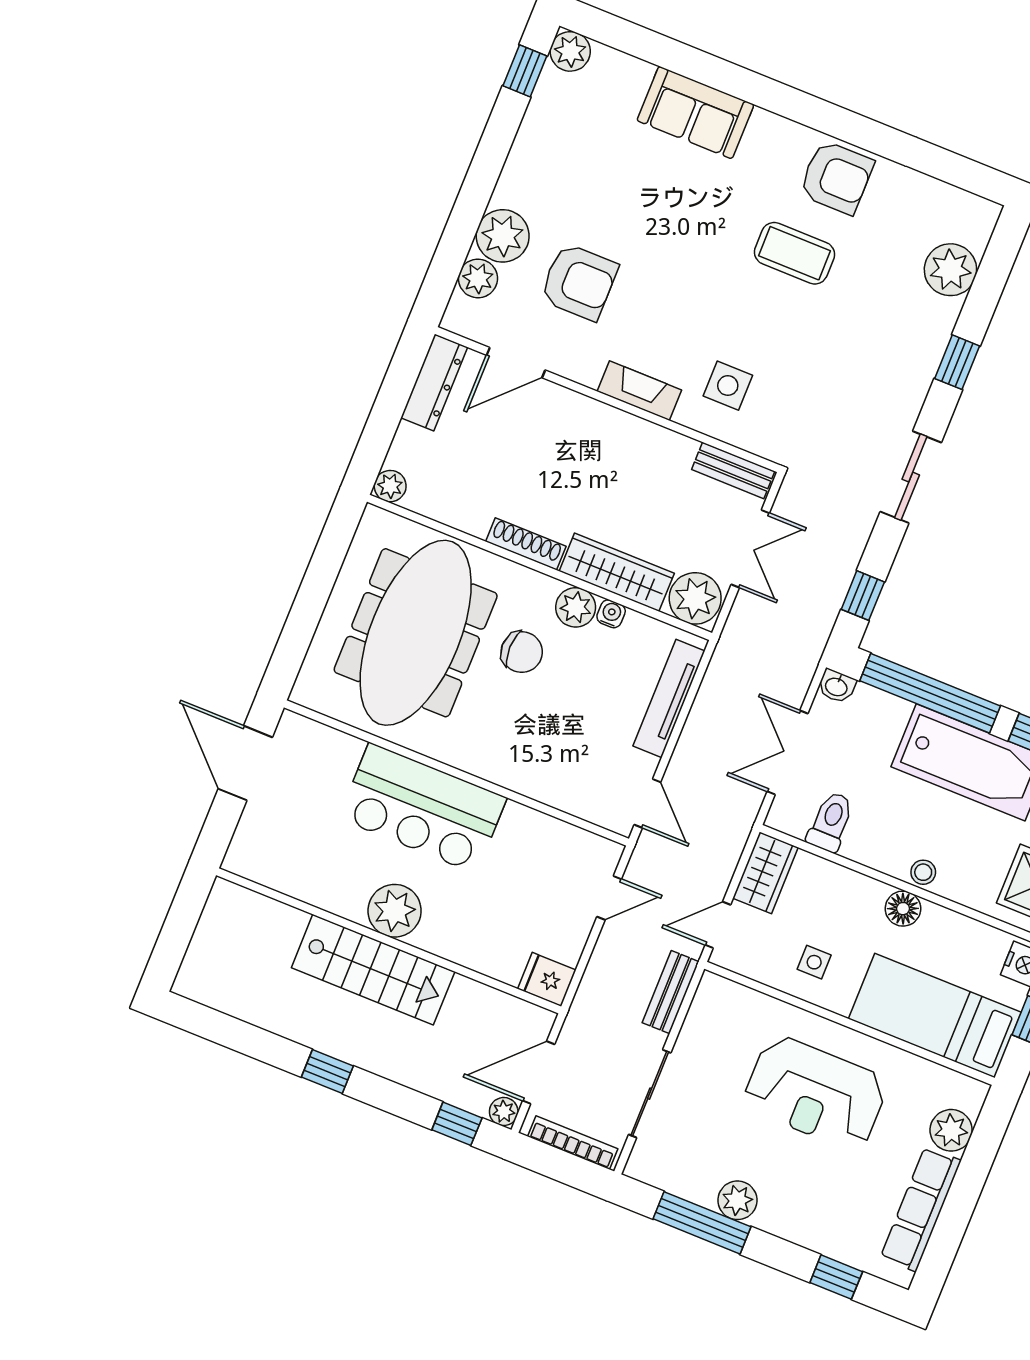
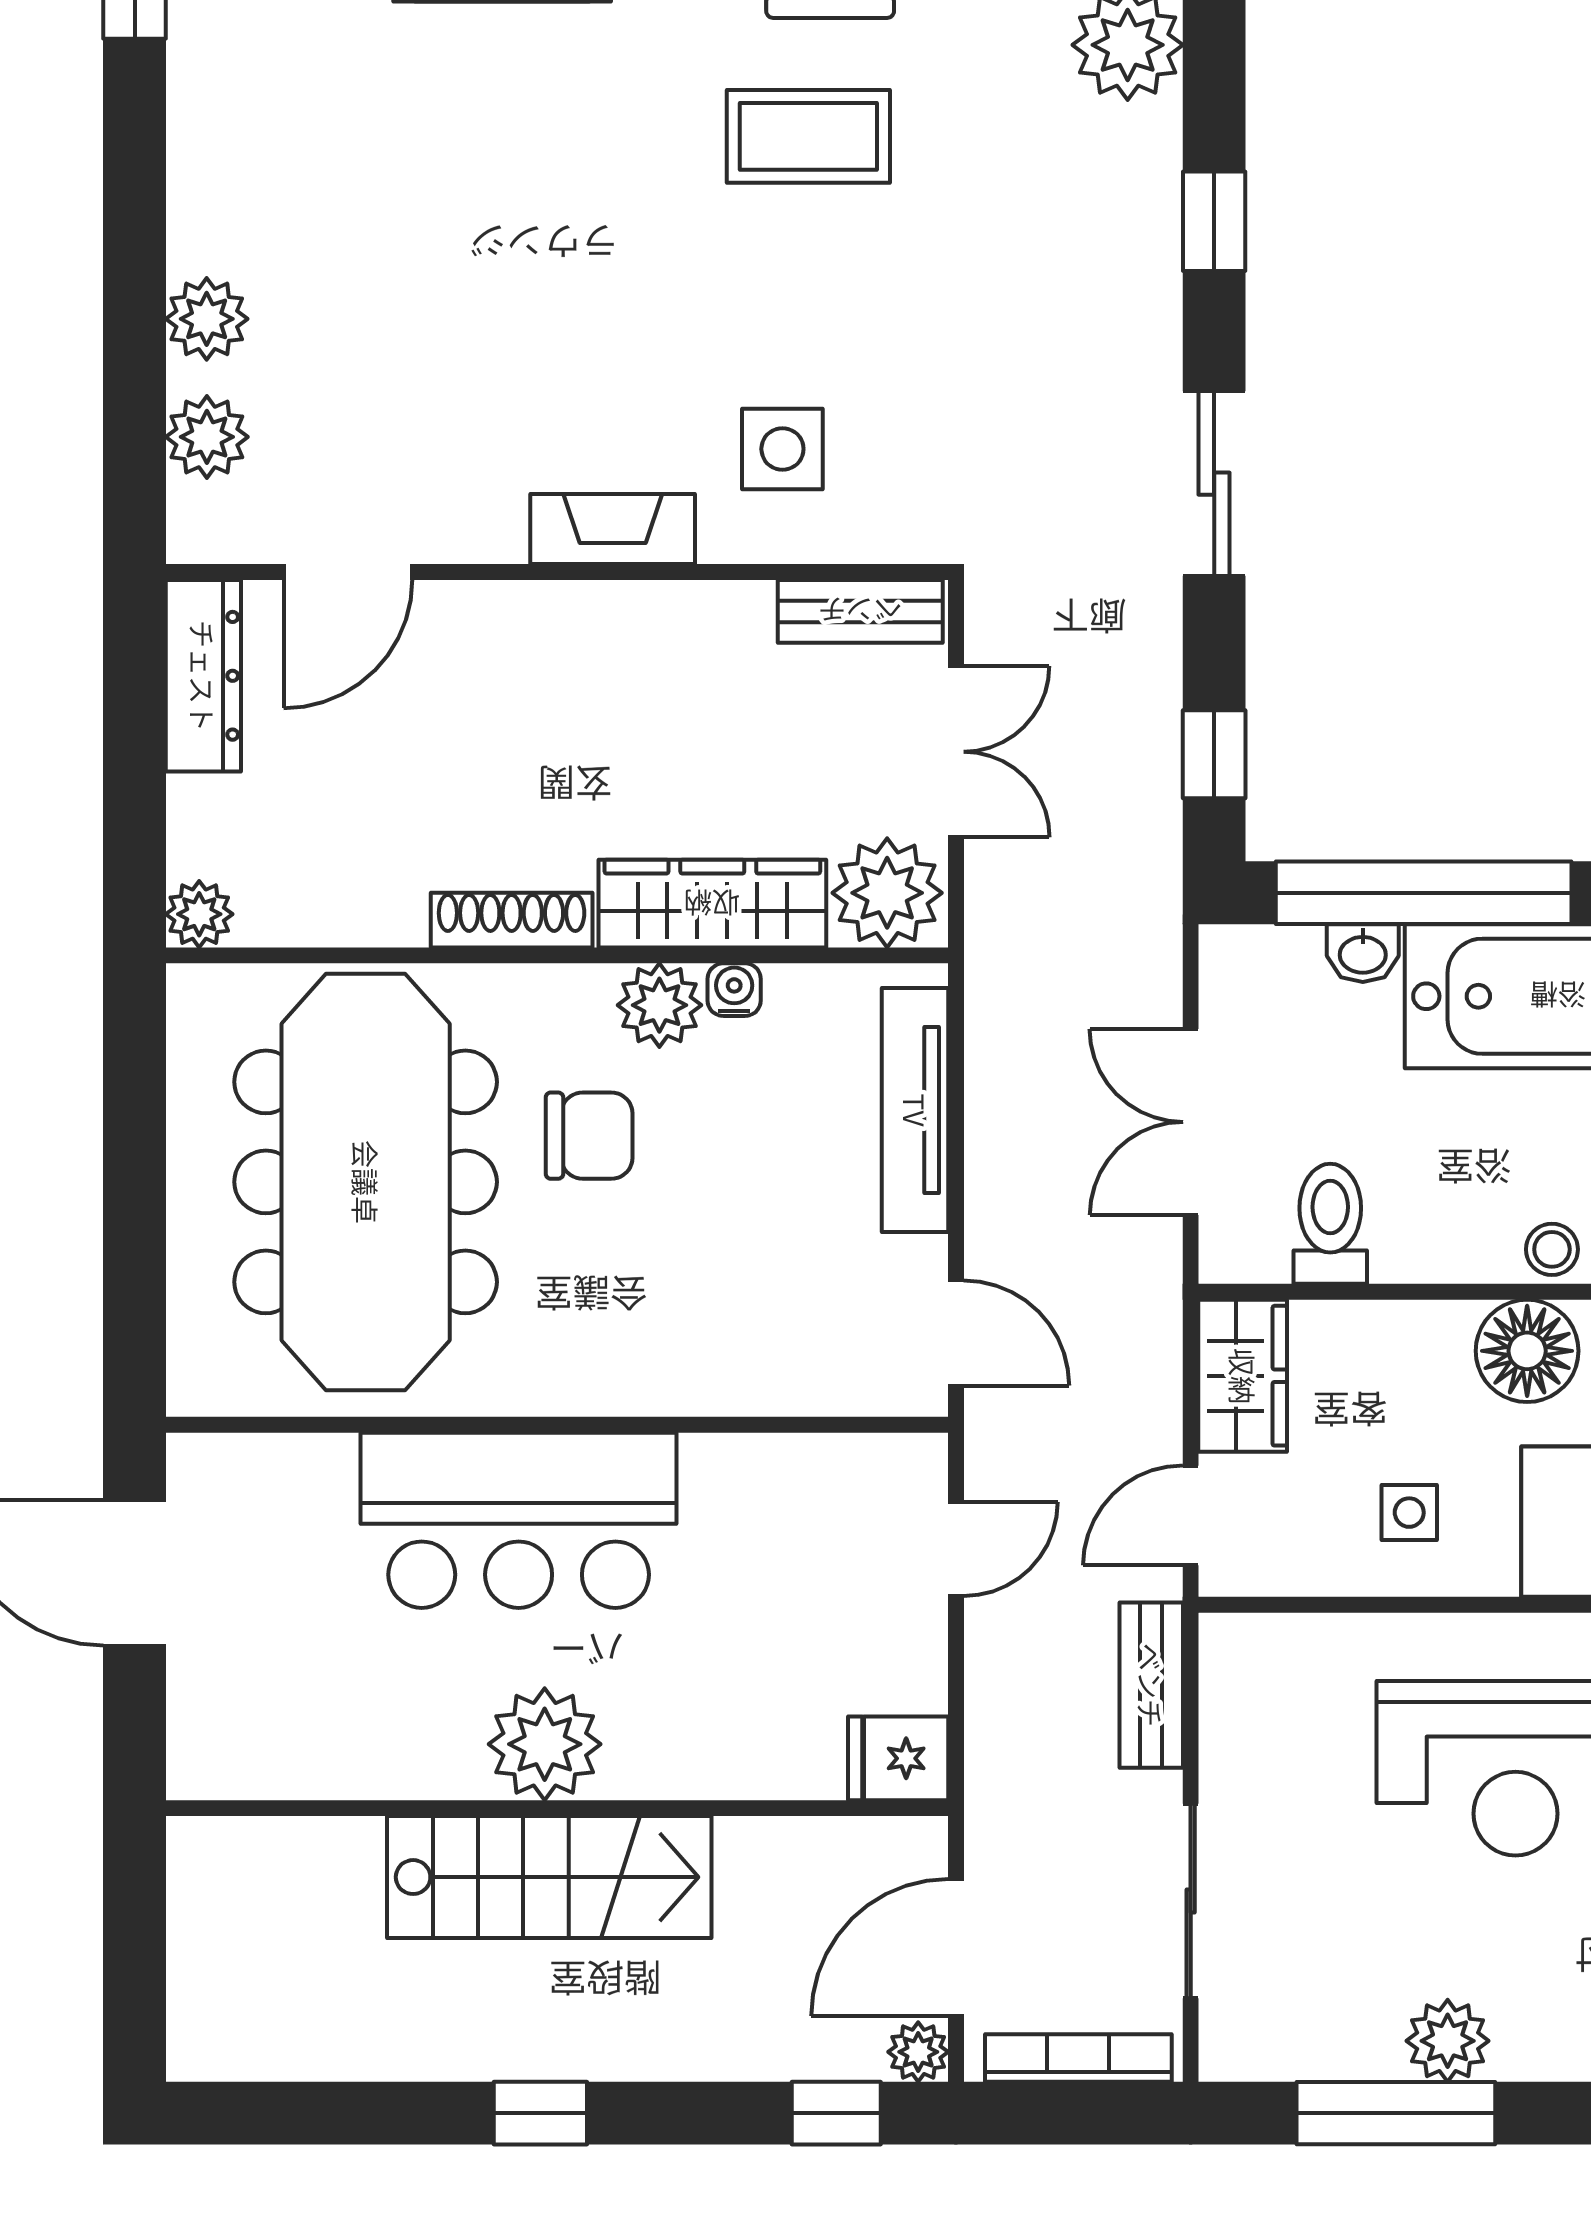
plant: (503, 236) -> (207, 319), width x0.73, depth x0.73
armchair: (579, 282) -> (408, 363), removed
washbasin: (837, 686) -> (1363, 953), moved
floor lamp: (903, 909) -> (1527, 1351), width x1.38, depth x1.38

